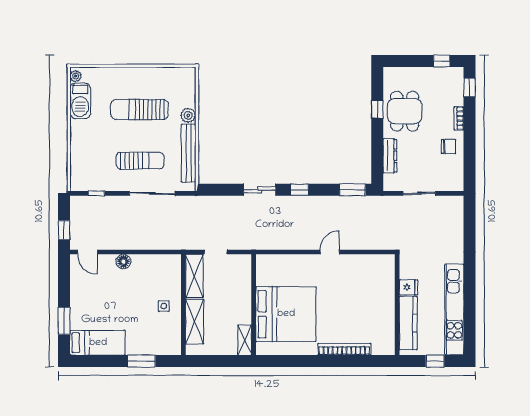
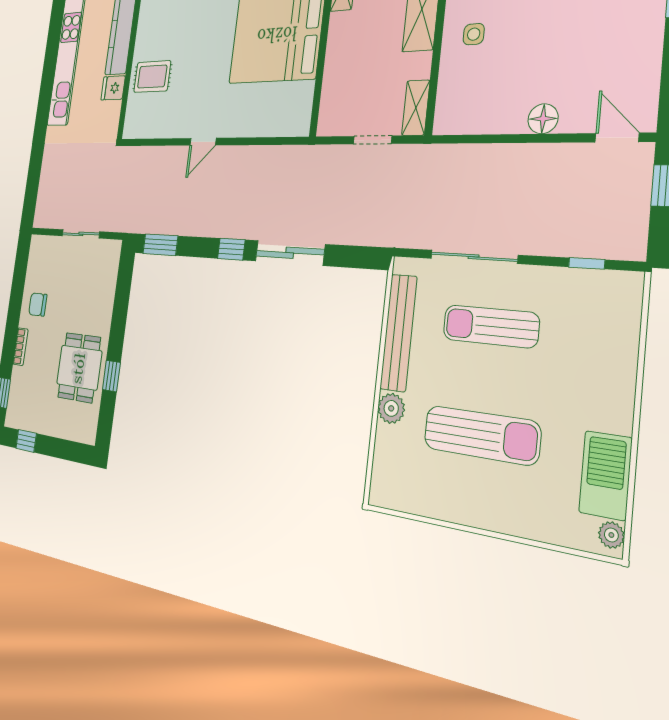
dresser: (390, 156) -> (107, 297), removed
sliding door: (260, 190) -> (290, 253), width x1.37
shelving: (194, 276) -> (416, 108), width x0.67, depth x0.75
rug: (377, 293) -> (152, 77), added

